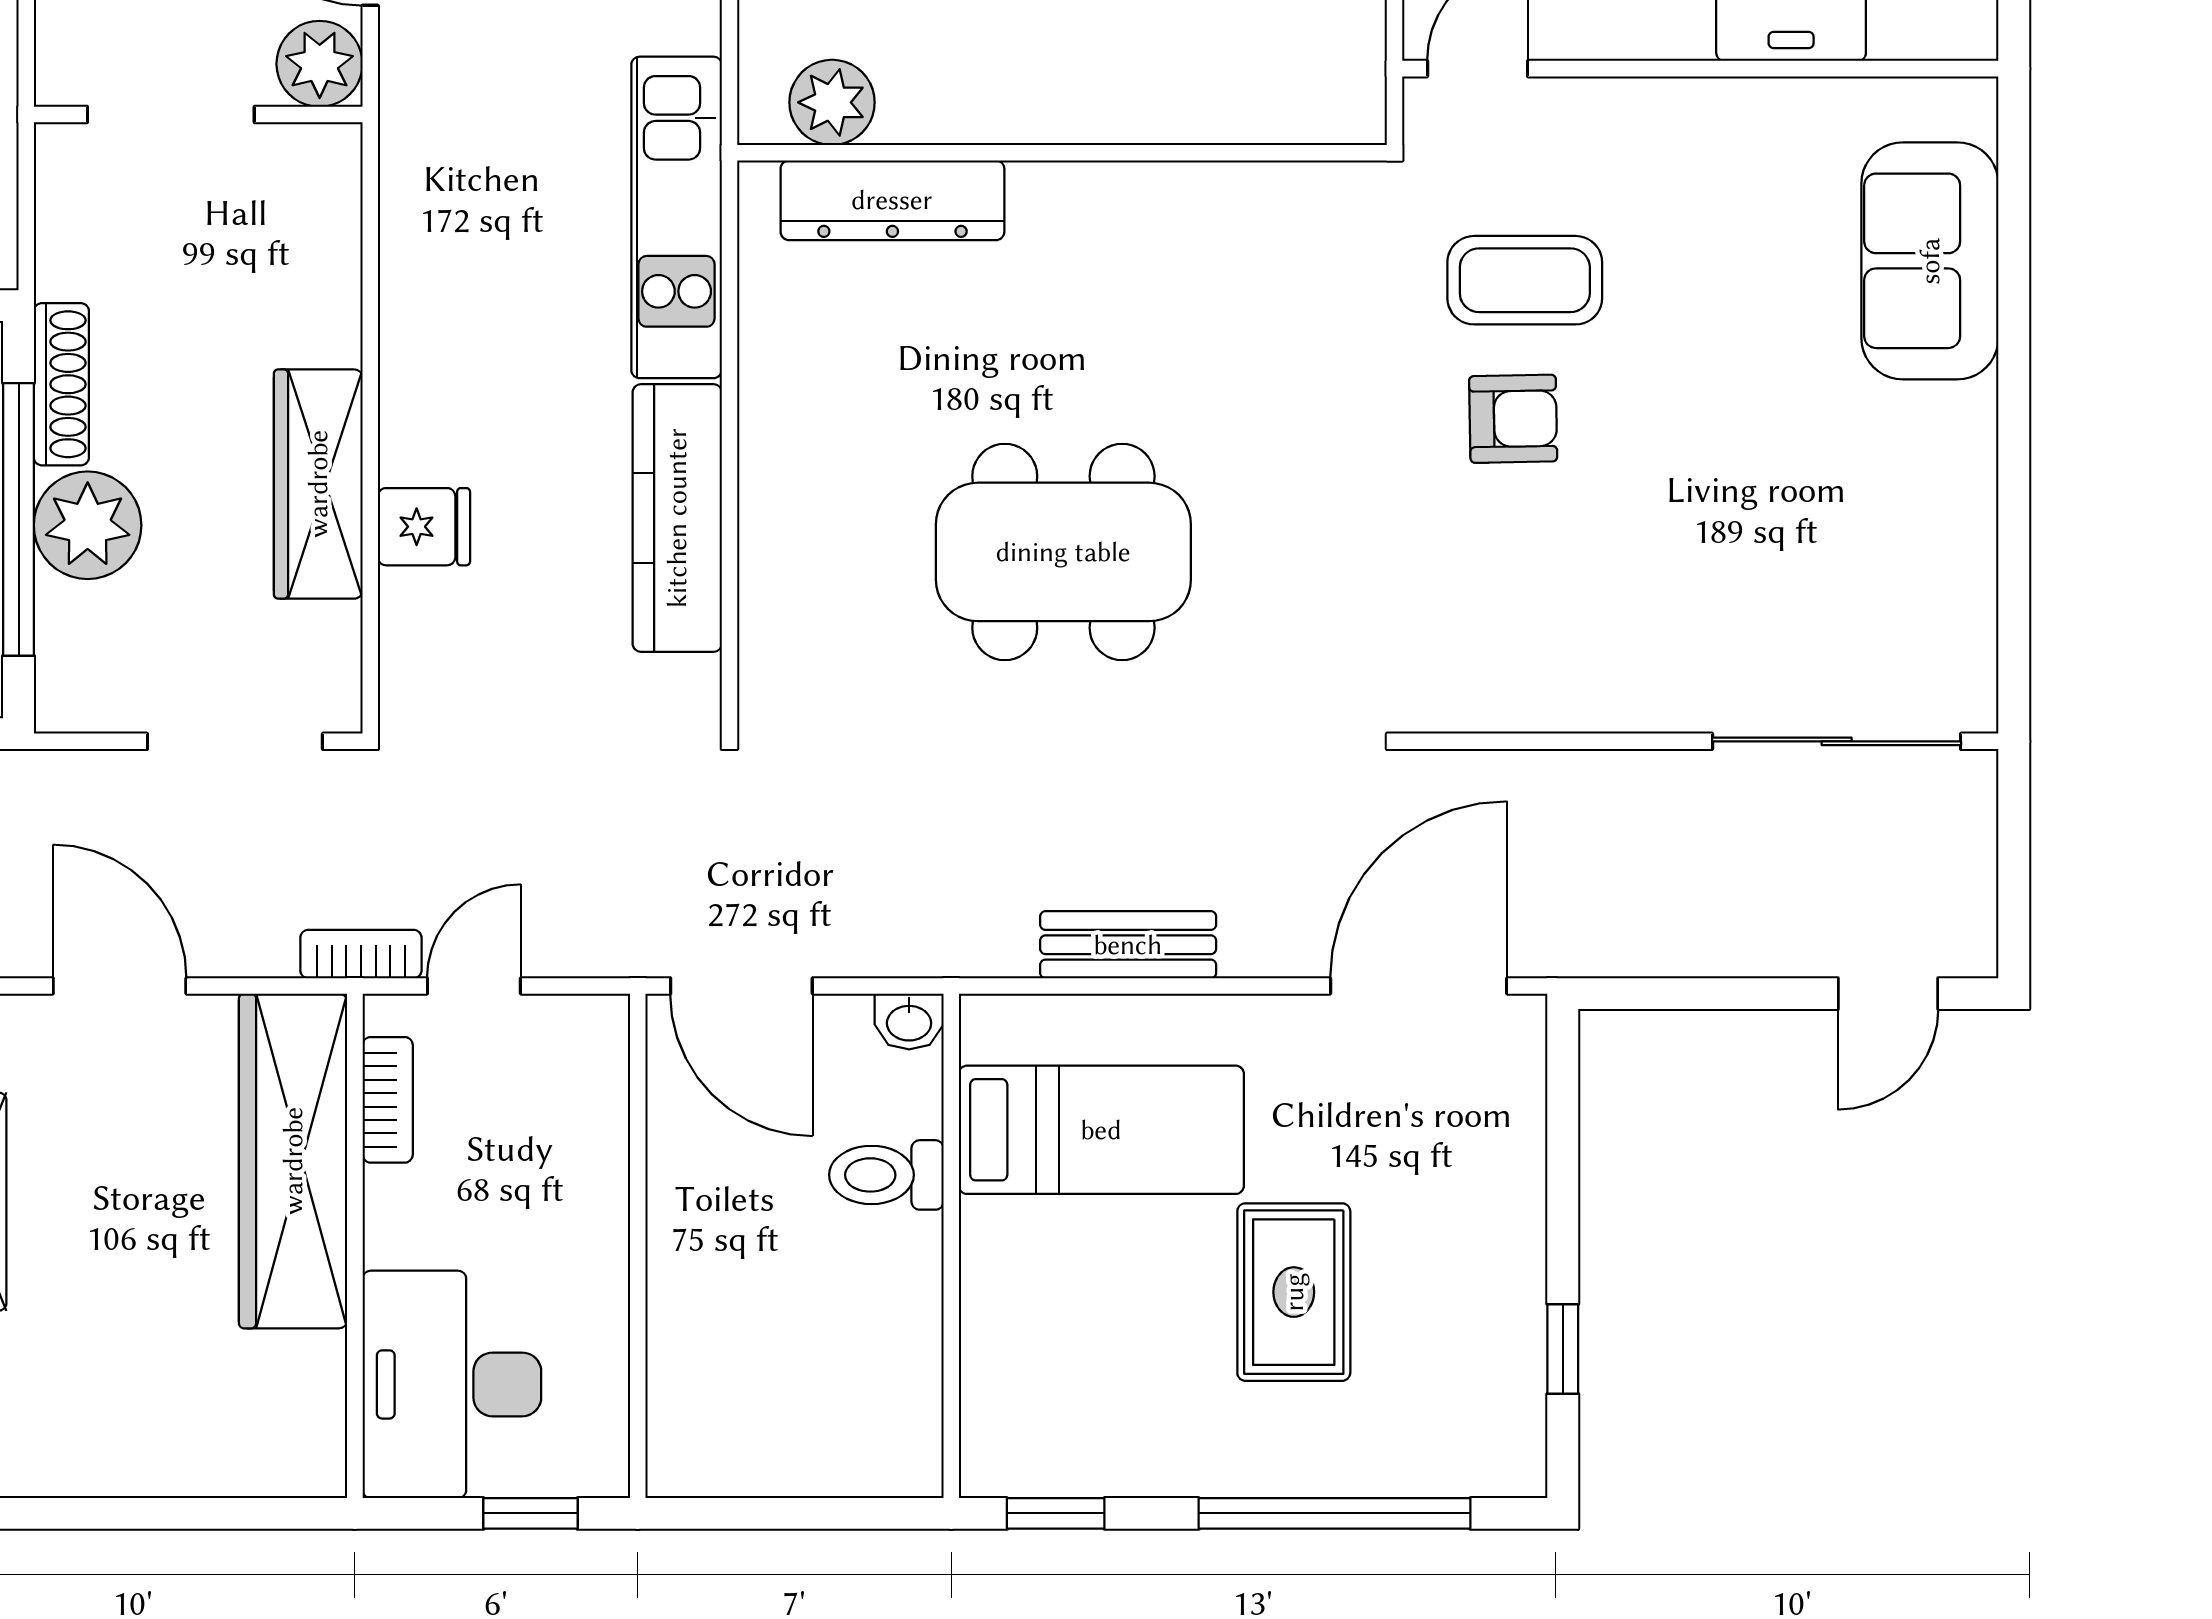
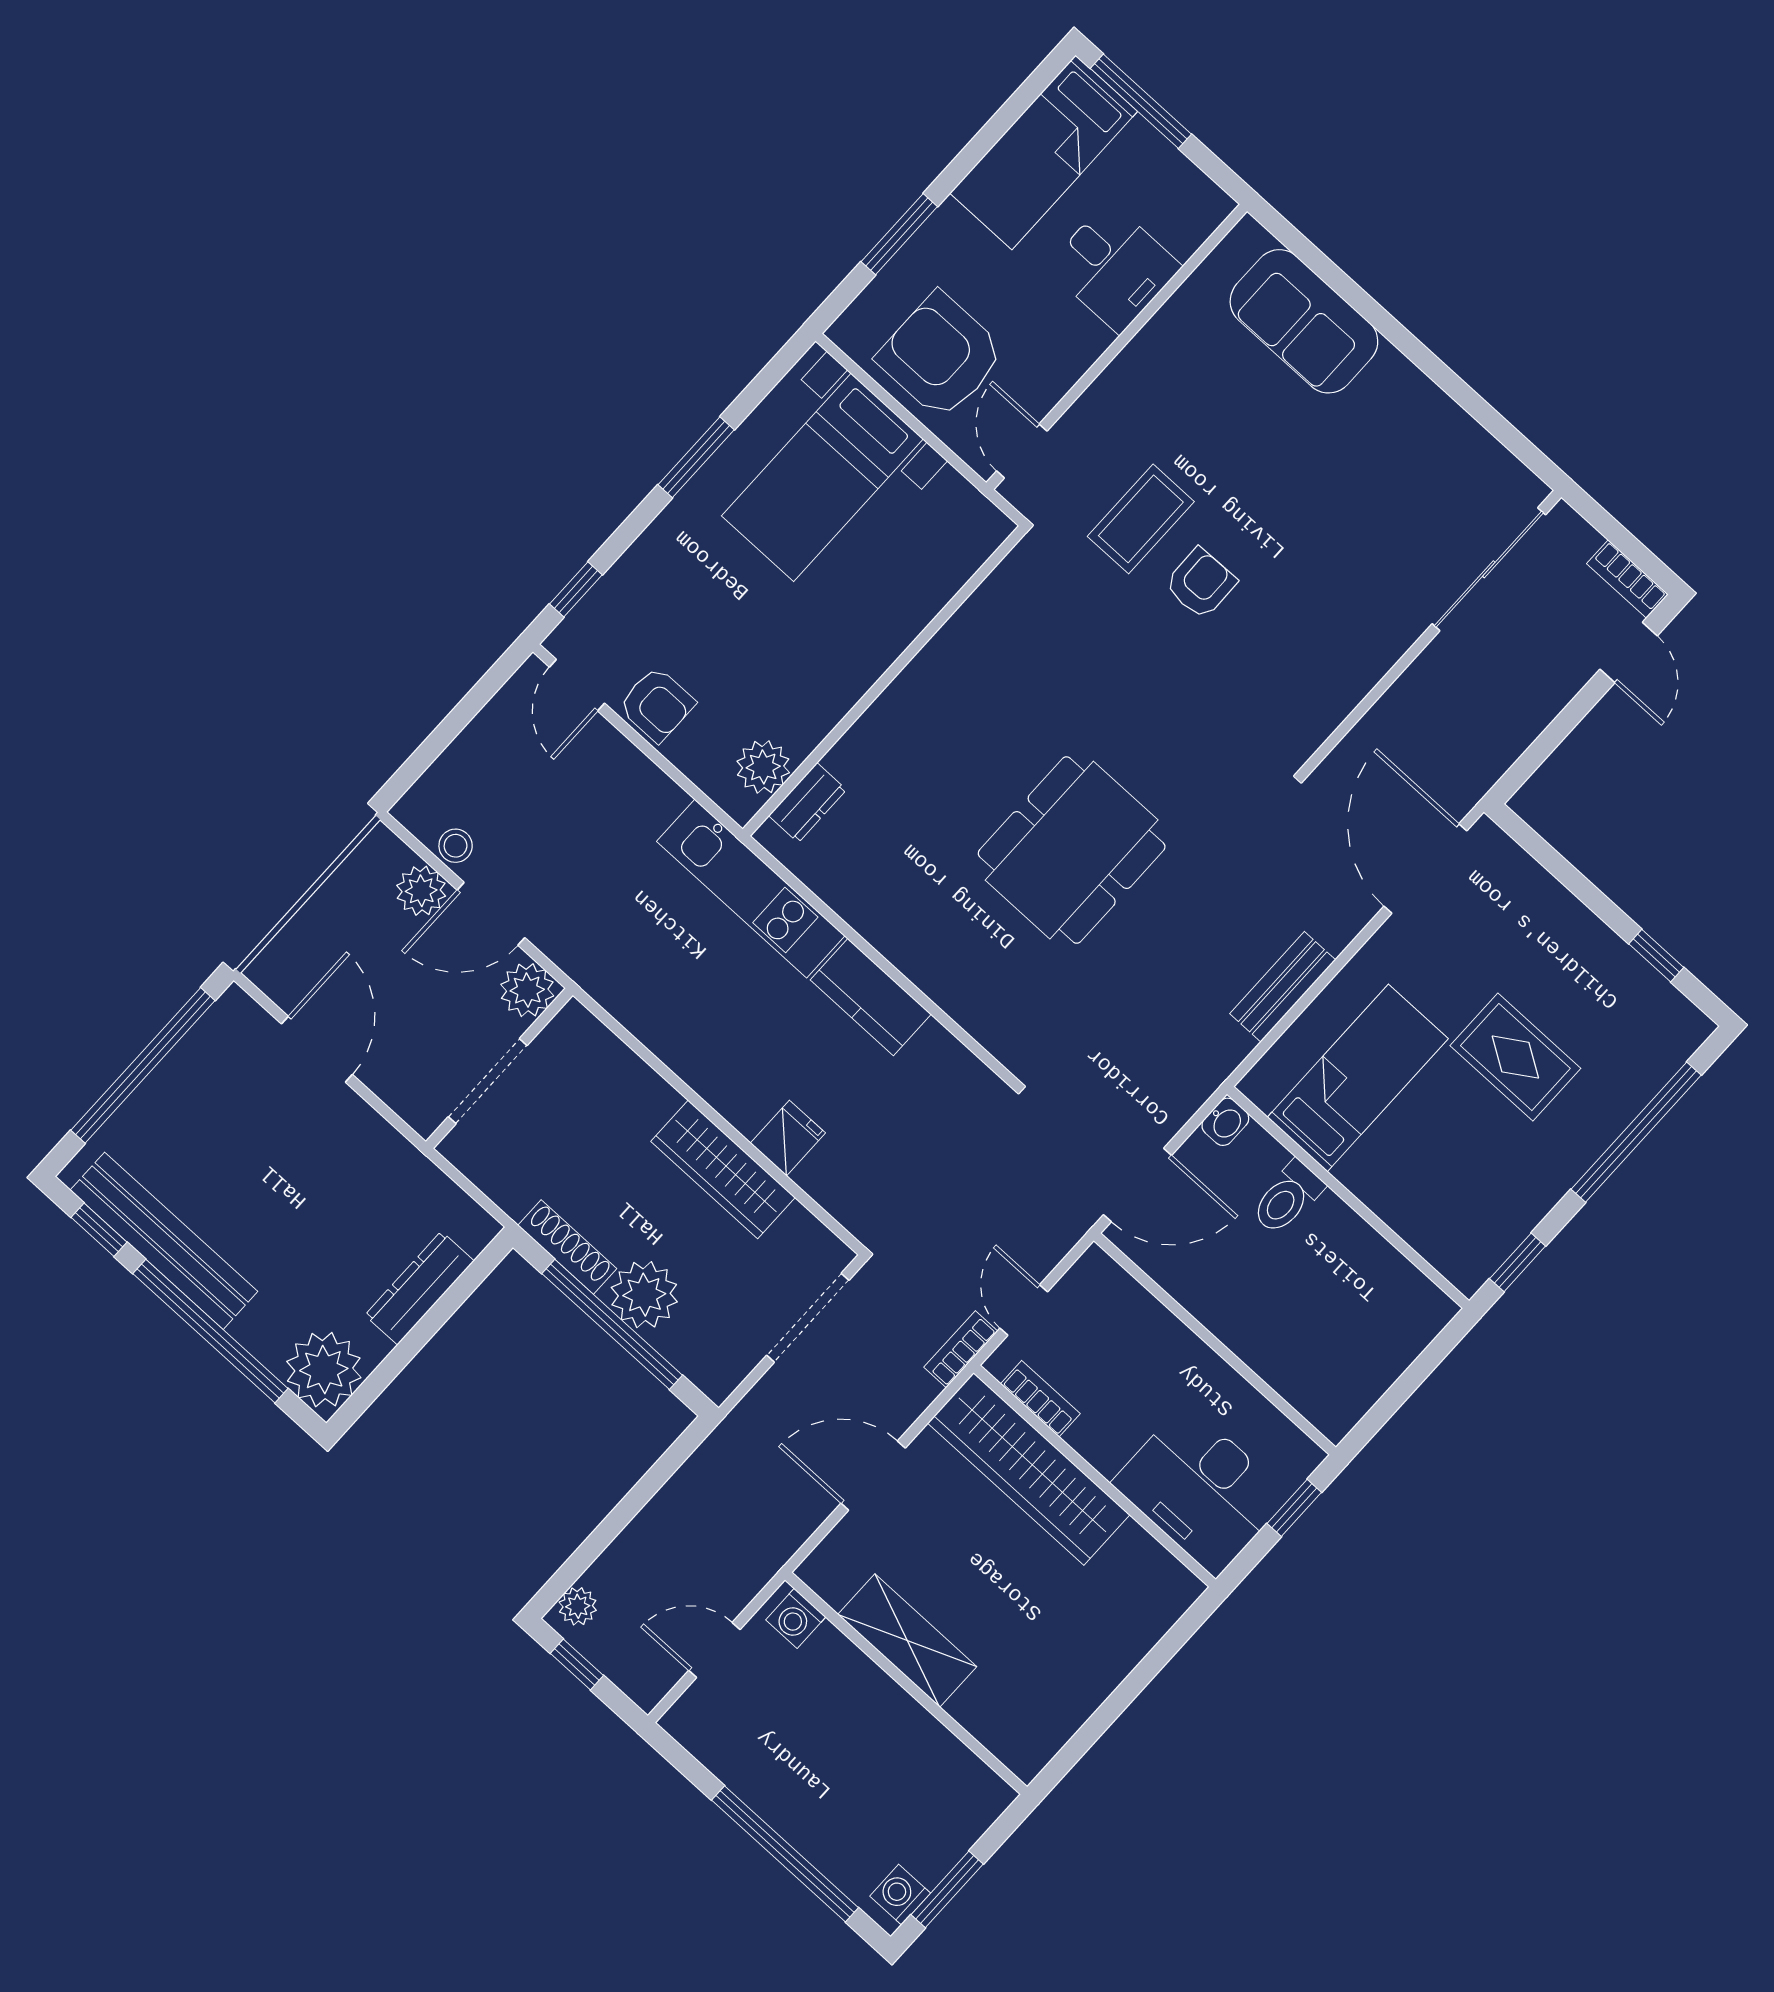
dresser: (892, 200) -> (808, 803), width x0.51, depth x0.80
kitchen counter: (677, 518) -> (871, 997), width x0.67
bookcase: (1973, 914) -> (1627, 579), added

